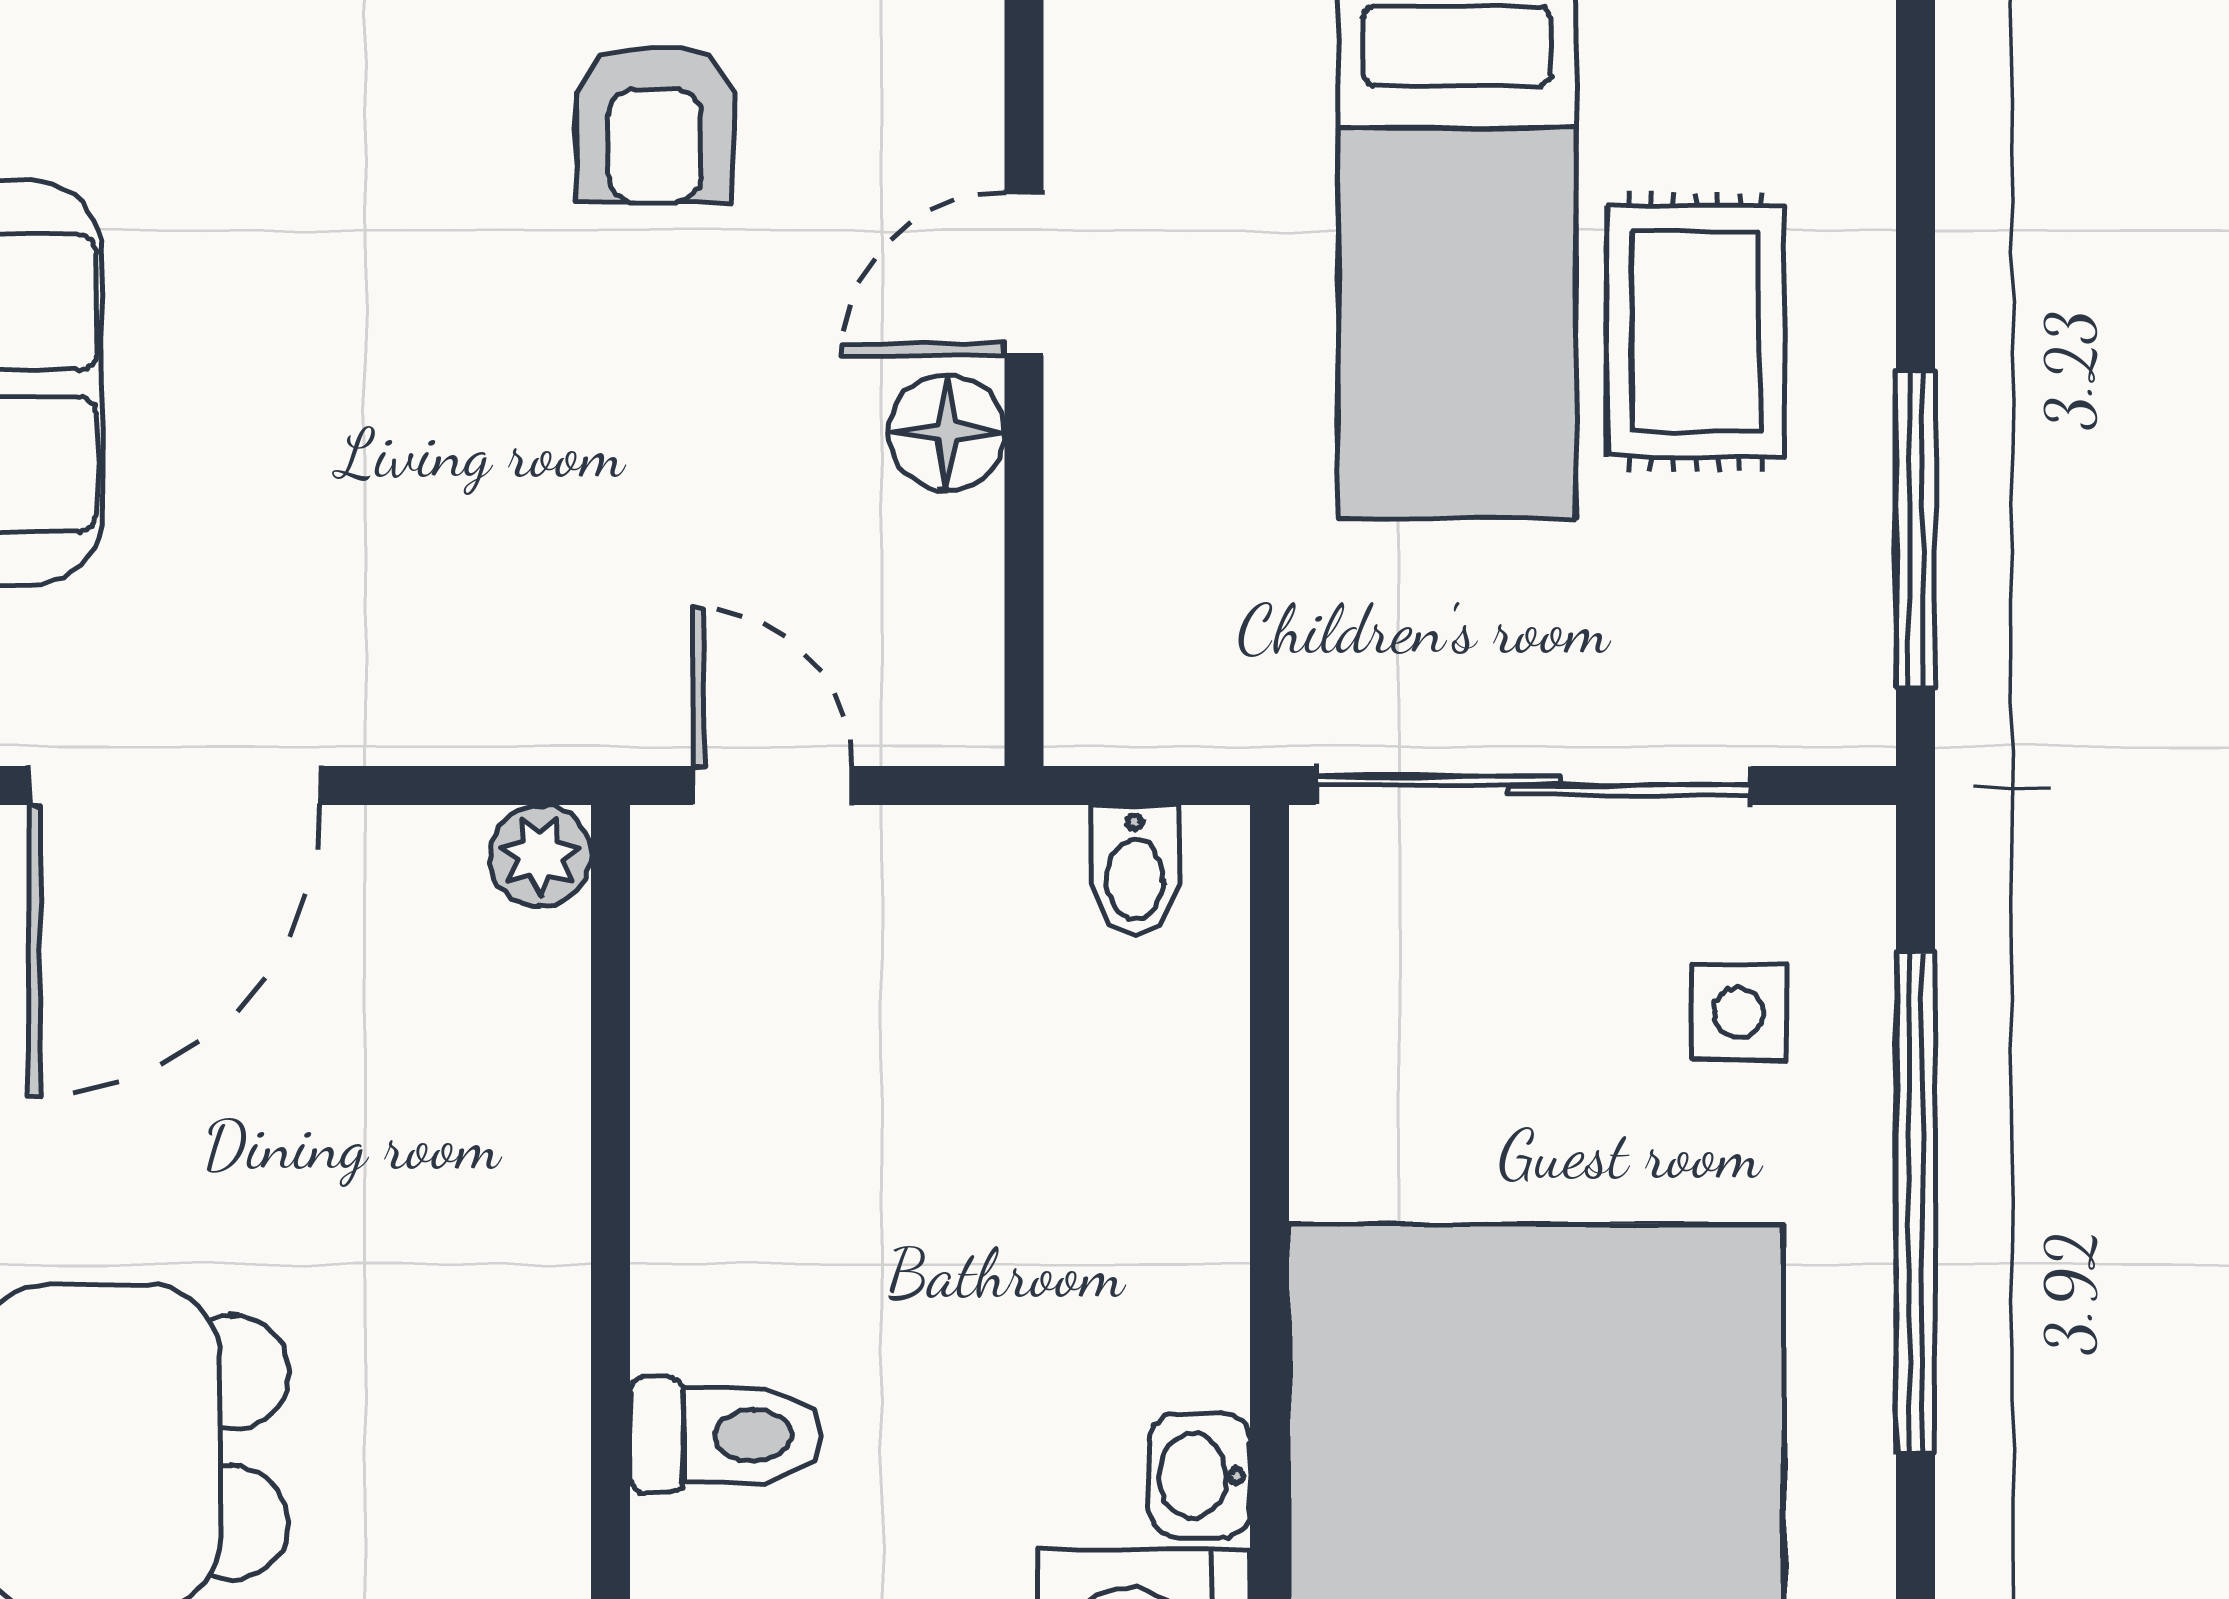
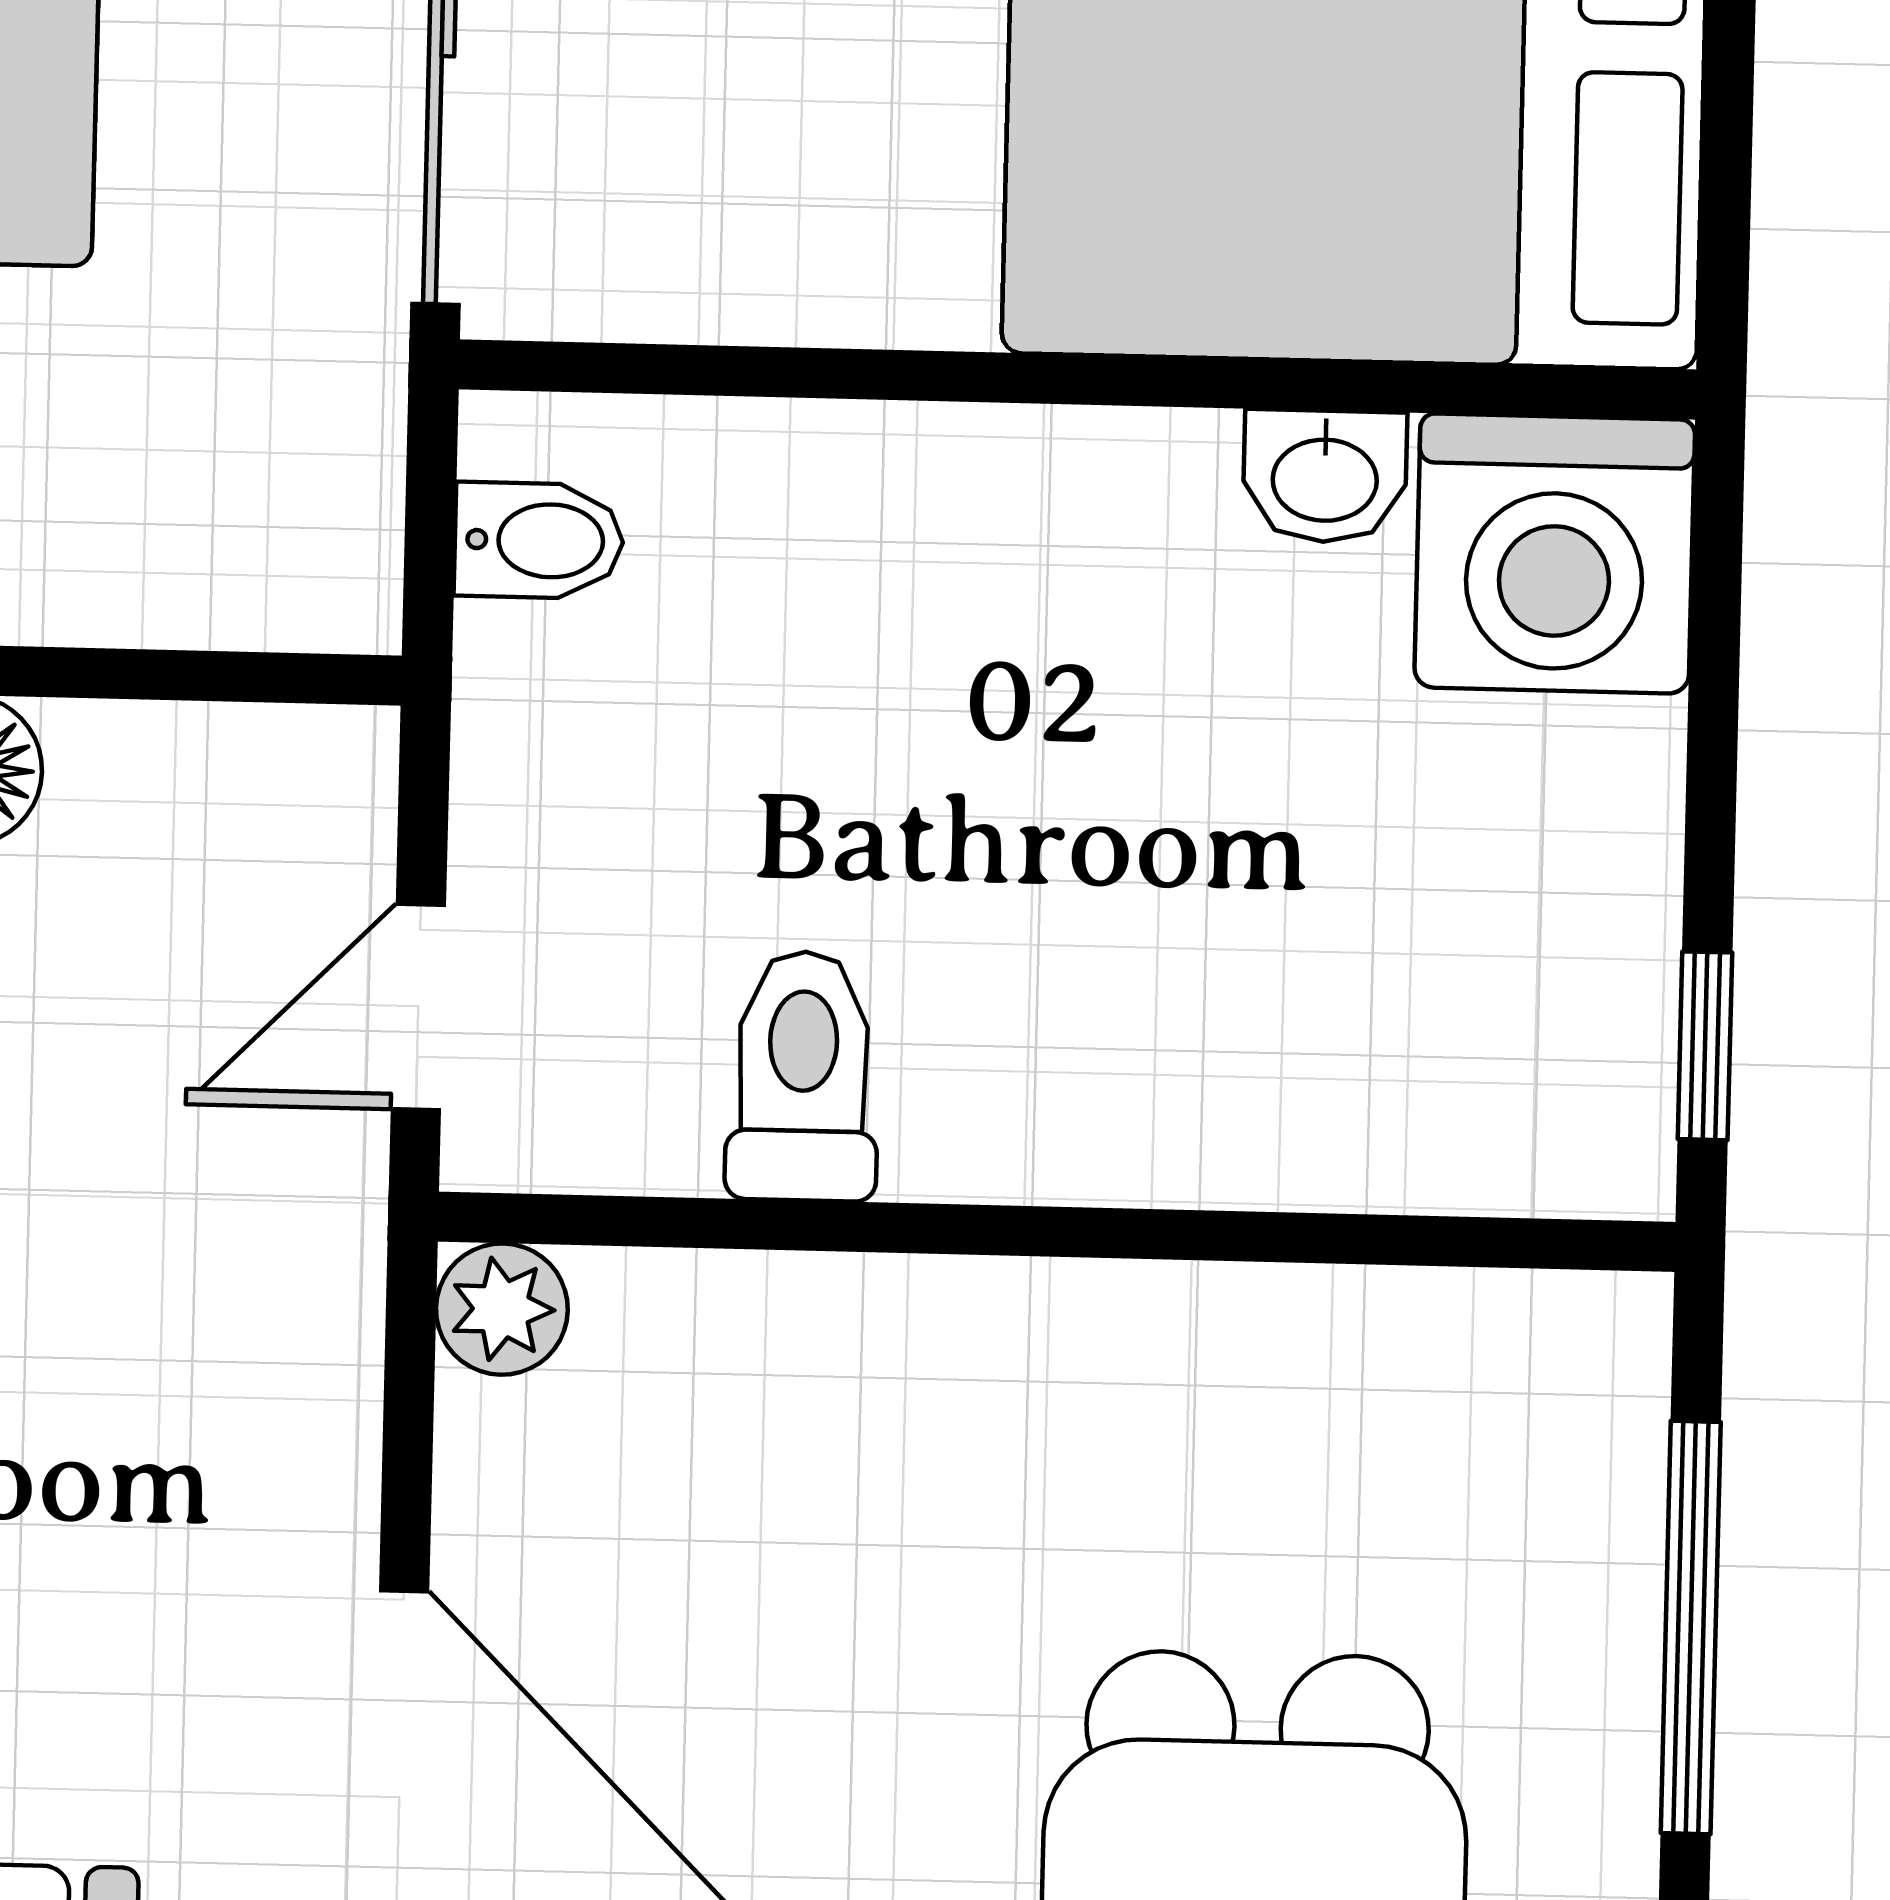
toilet: (726, 1435) -> (803, 1076), moved

